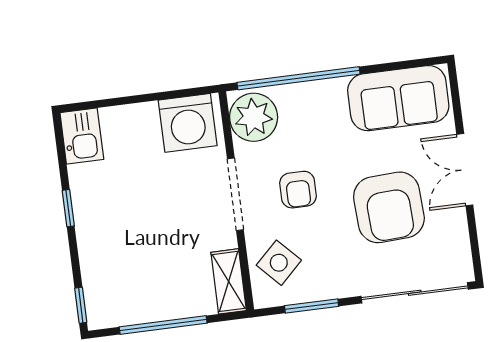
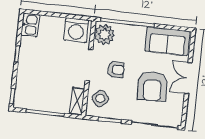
armchair: (298, 190) -> (116, 70), turned -90

